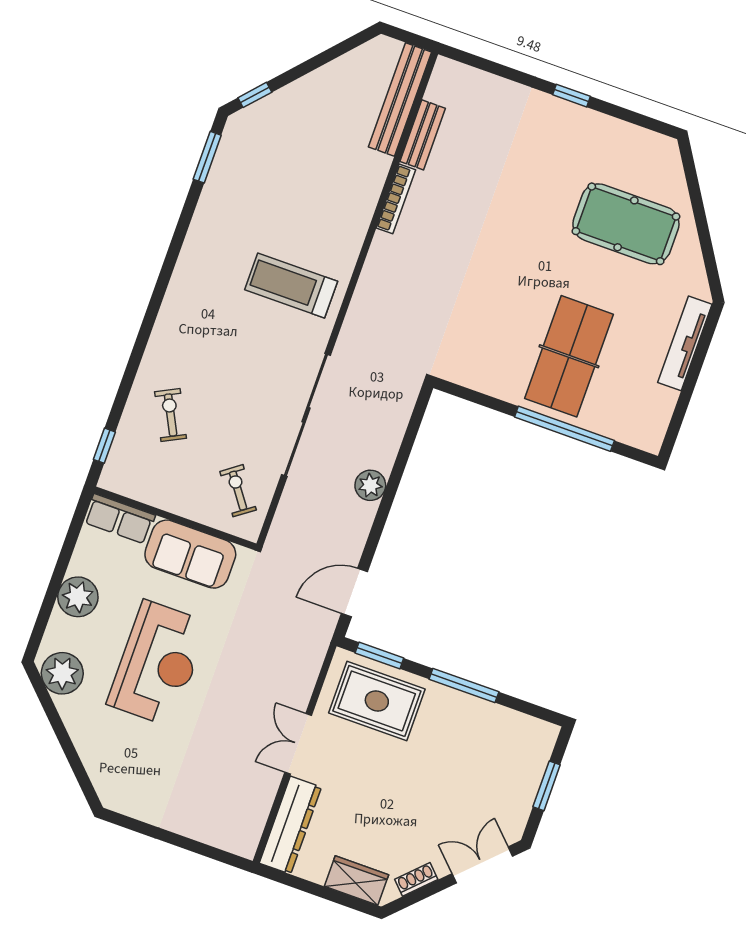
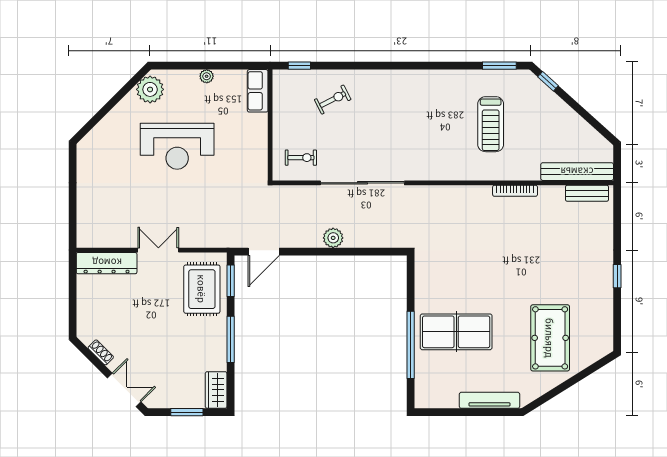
bench: (423, 135) -> (587, 193), moved
treadmill: (291, 285) -> (491, 124), moved, turned 180
exercise bike: (238, 491) -> (301, 158), turned 36
sofa: (190, 554) -> (251, 142), removed
door: (354, 593) -> (264, 252), swing flipped
plant: (78, 597) -> (207, 76), width x0.53, depth x0.53
wardrobe: (356, 881) -> (216, 390), moved, turned 180

